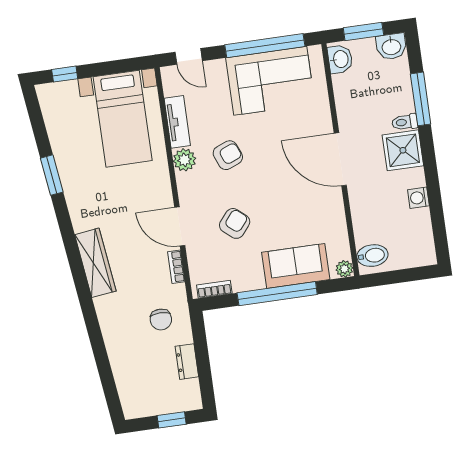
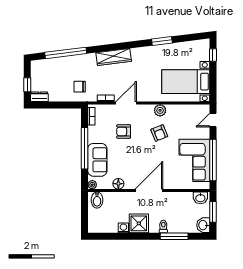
tv unit: (177, 122) -> (180, 109), removed
shower: (403, 150) -> (139, 223), moved
floor lamp: (336, 219) -> (118, 184), added
armchair: (235, 223) -> (124, 131), turned 140
window: (101, 355) -> (66, 53), added
dresser: (187, 362) -> (39, 97), moved

